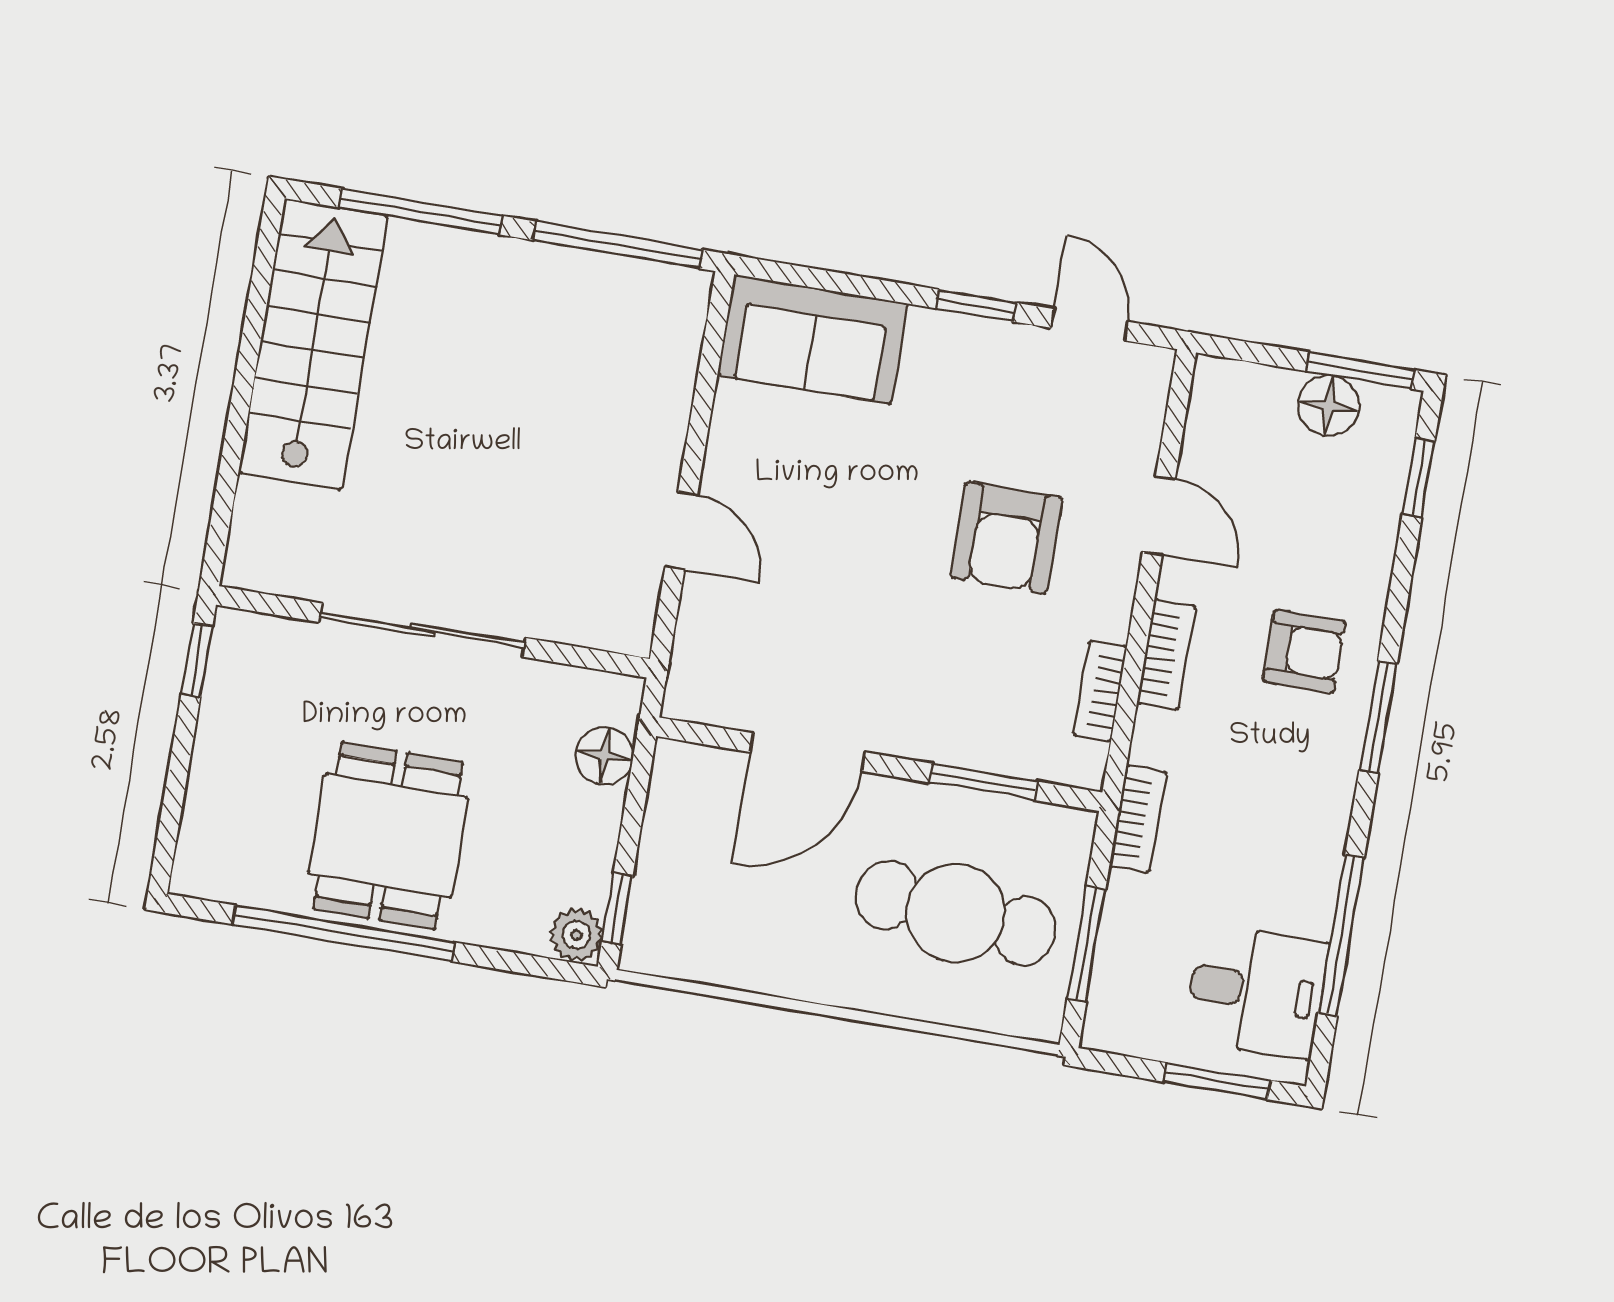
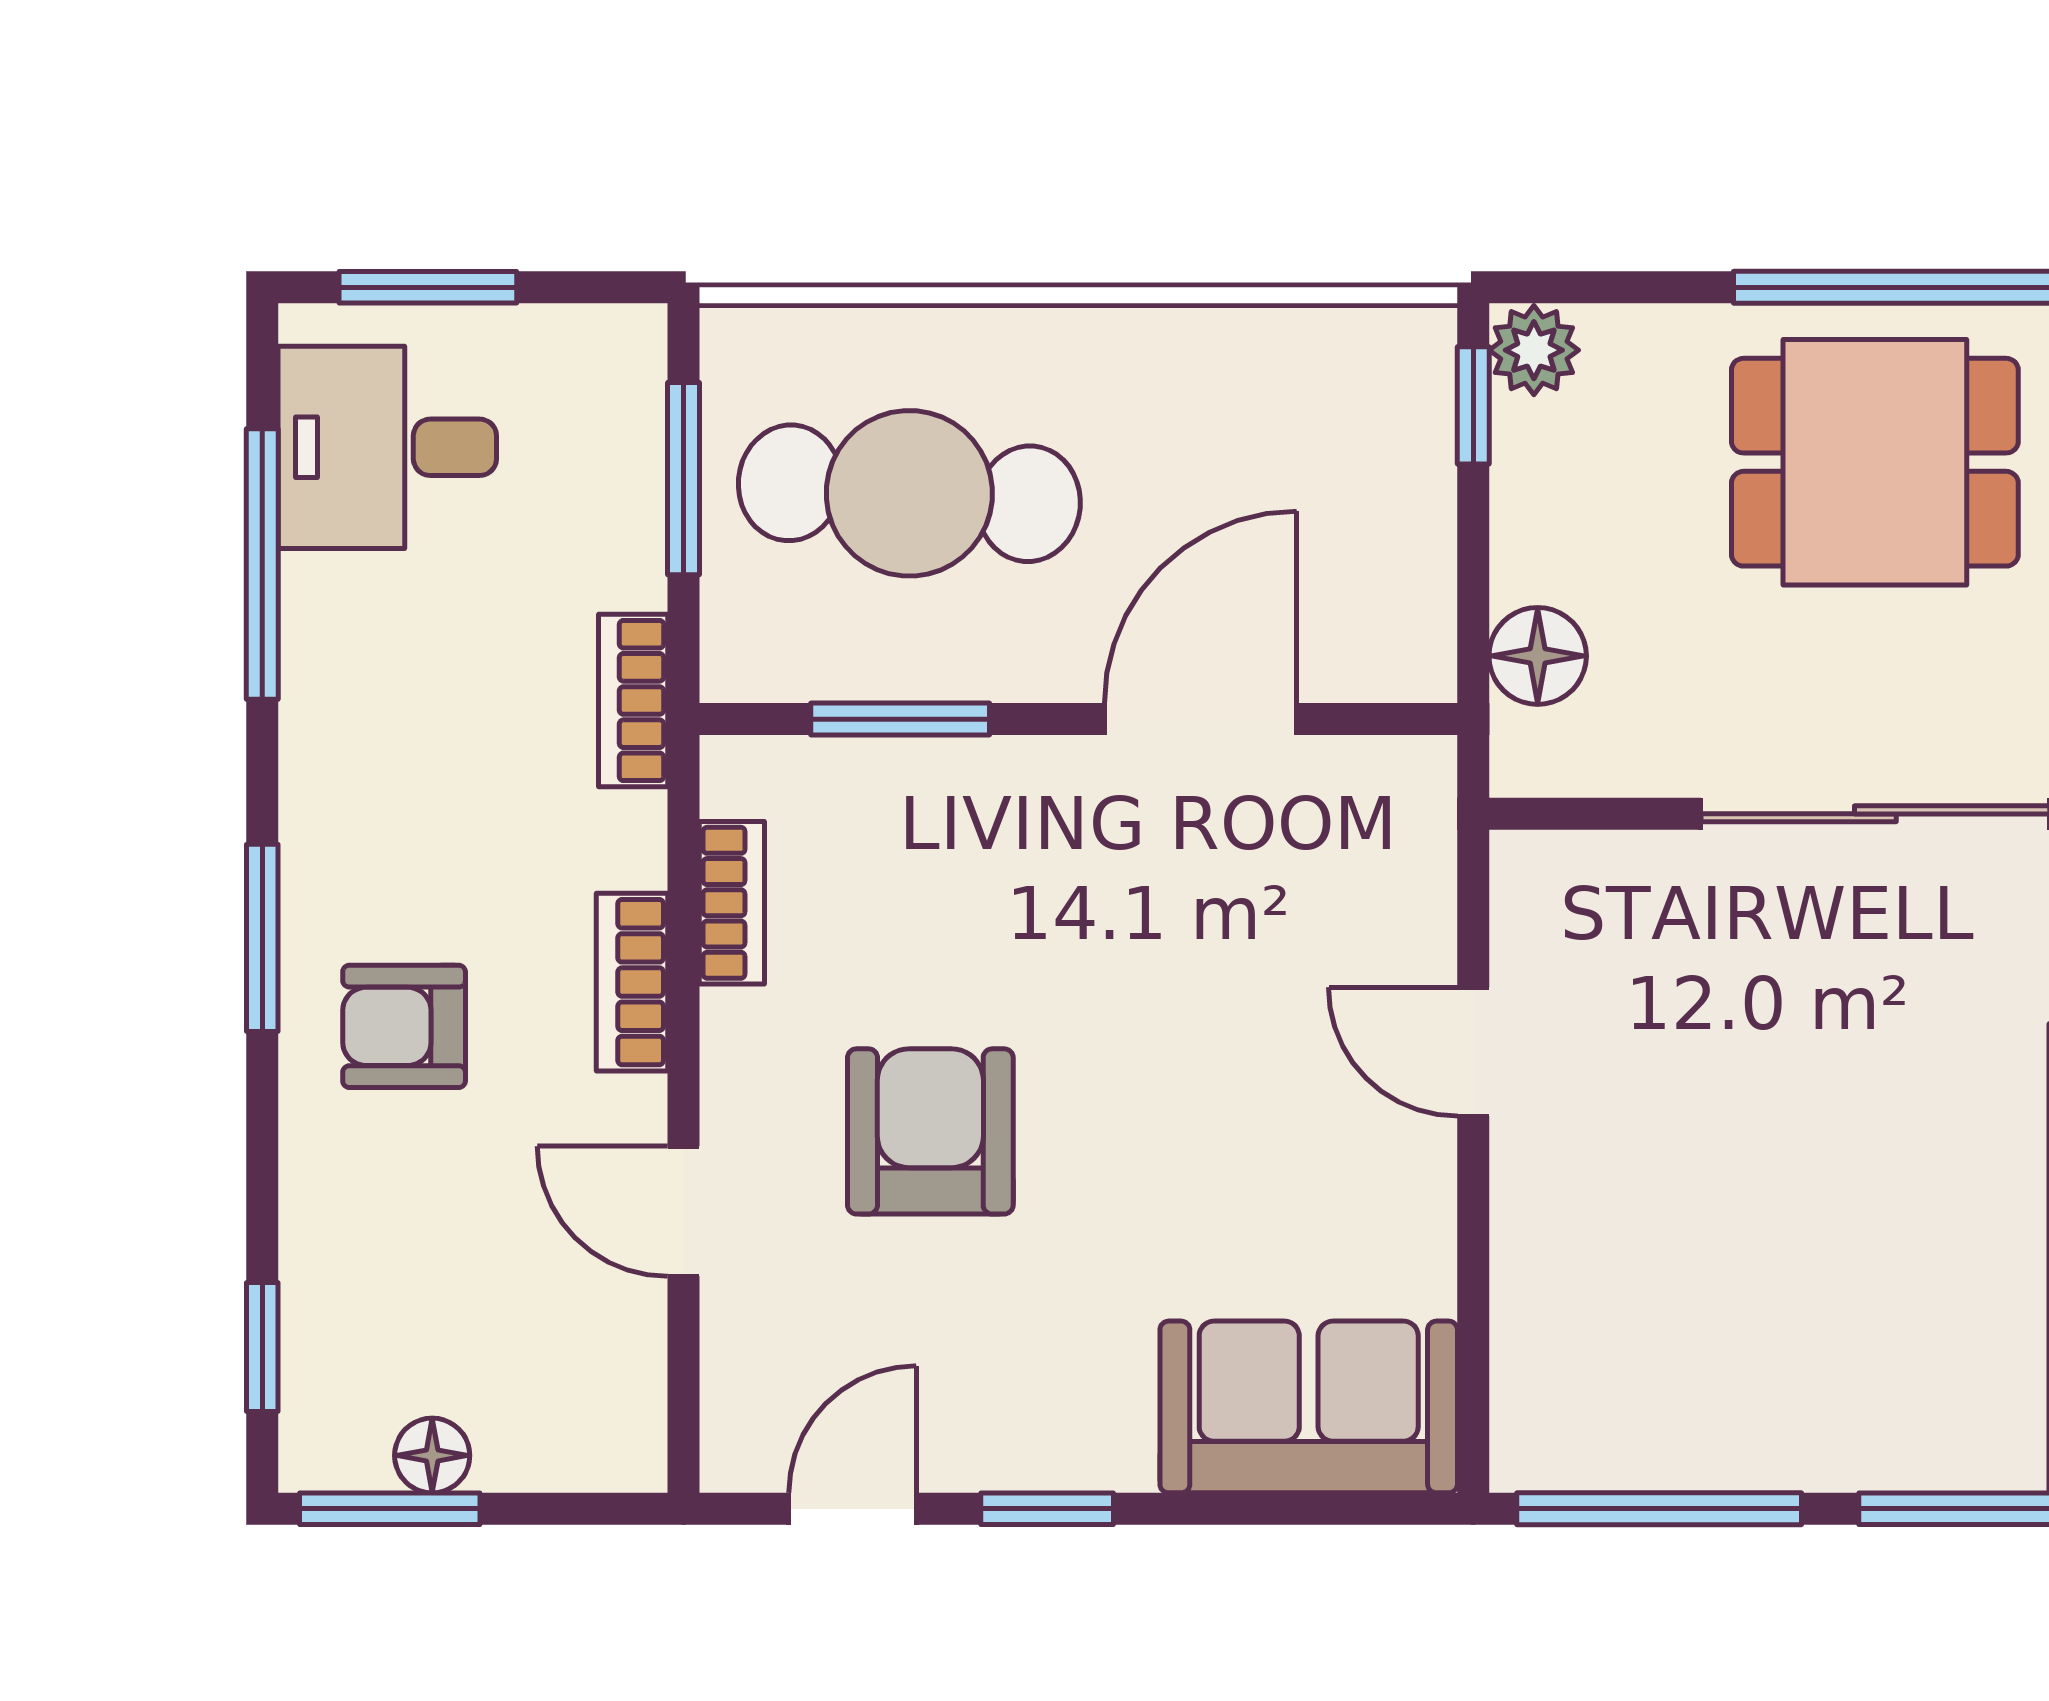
door: (1089, 325) -> (853, 1509), swing flipped
floor lamp: (1329, 406) -> (432, 1455), width x0.73, depth x0.73
dining table: (388, 836) -> (1875, 462), turned 90

